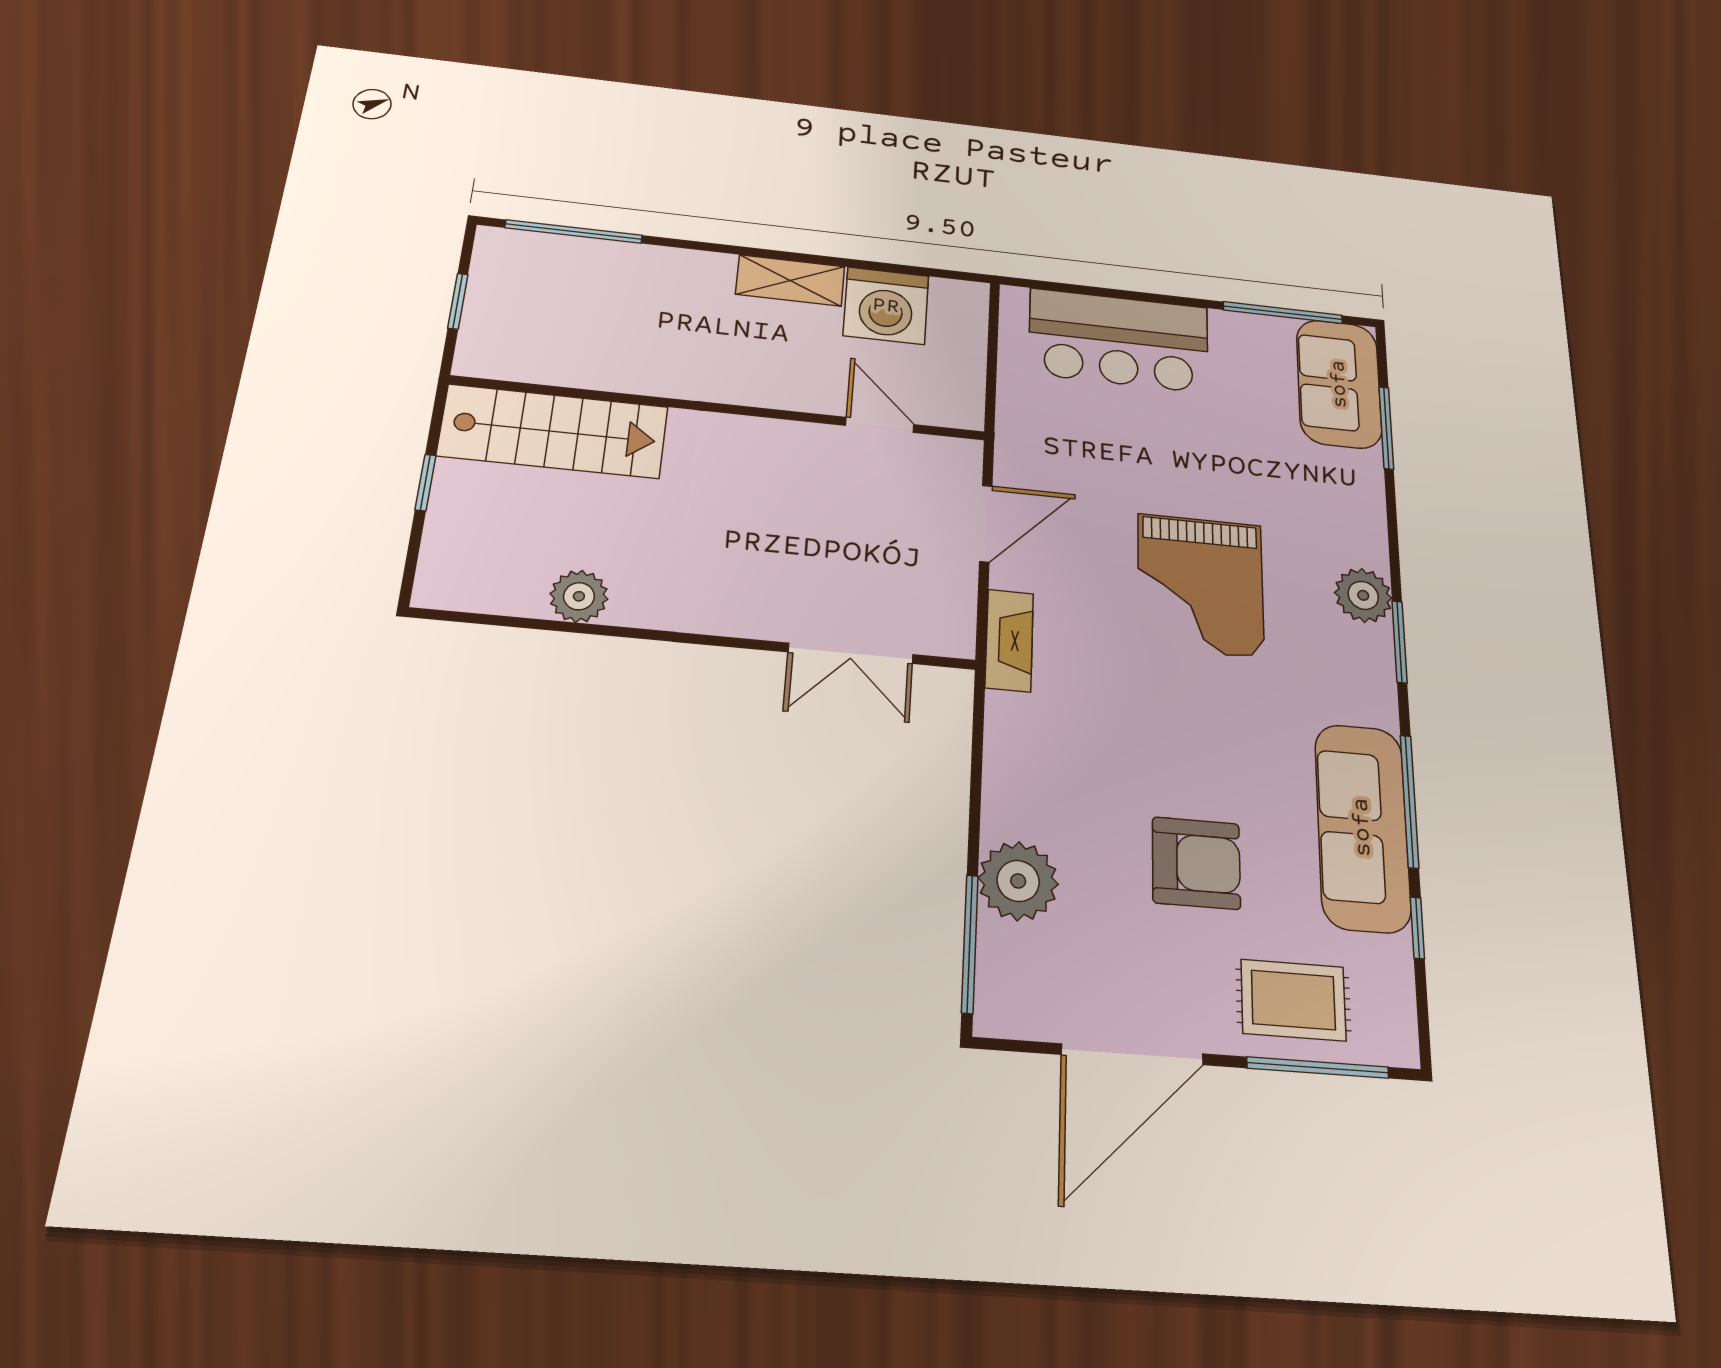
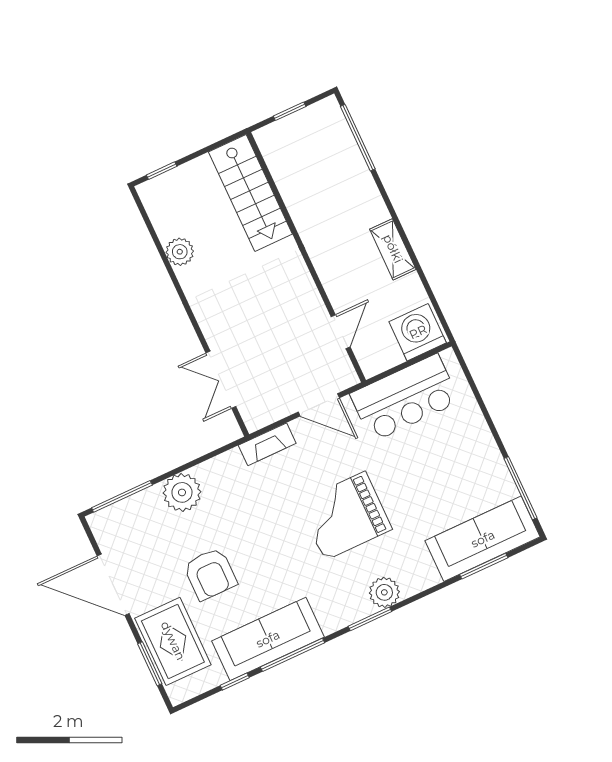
washing machine: (886, 306) -> (418, 332), moved, turned 90
bar counter: (1119, 340) -> (405, 398), moved, turned -90
sofa: (1339, 384) -> (483, 539), width x1.36
window: (425, 483) -> (162, 171), moved
plant: (1018, 881) -> (182, 492), moved
rug: (1293, 1000) -> (173, 641), width x1.36, depth x1.43
window: (1318, 1068) -> (150, 664), width x0.69

